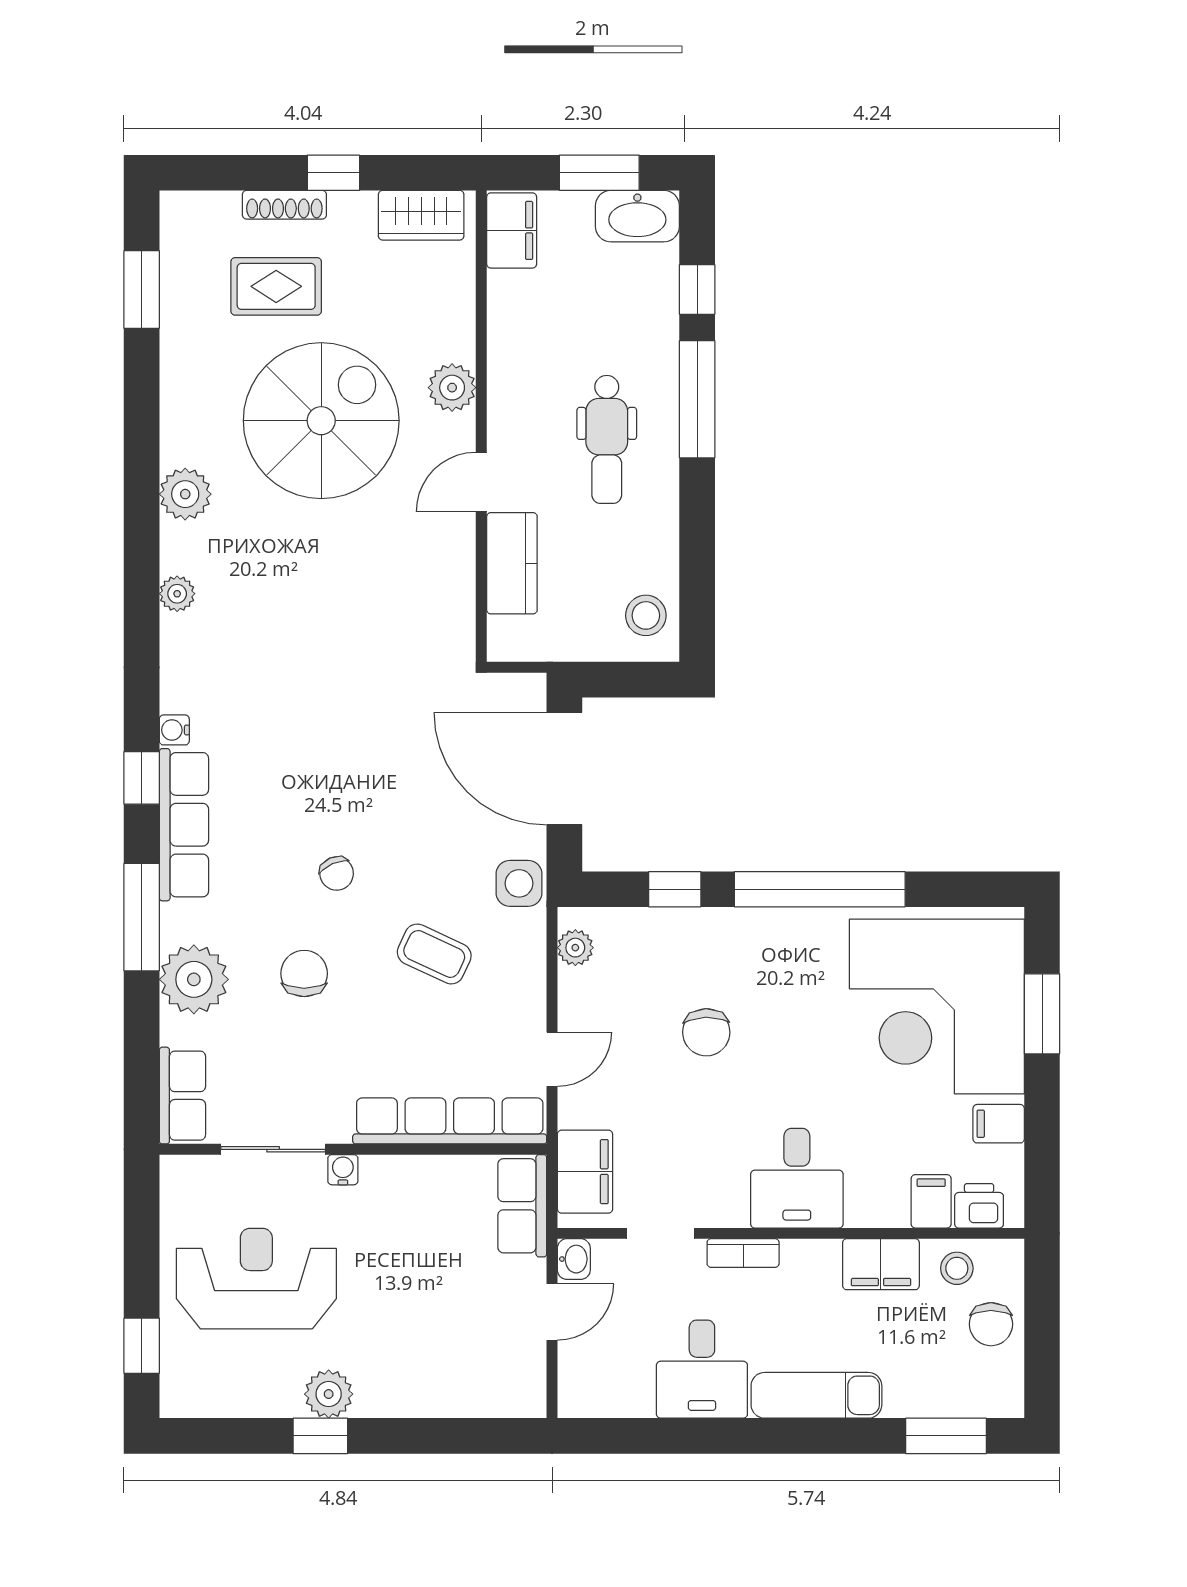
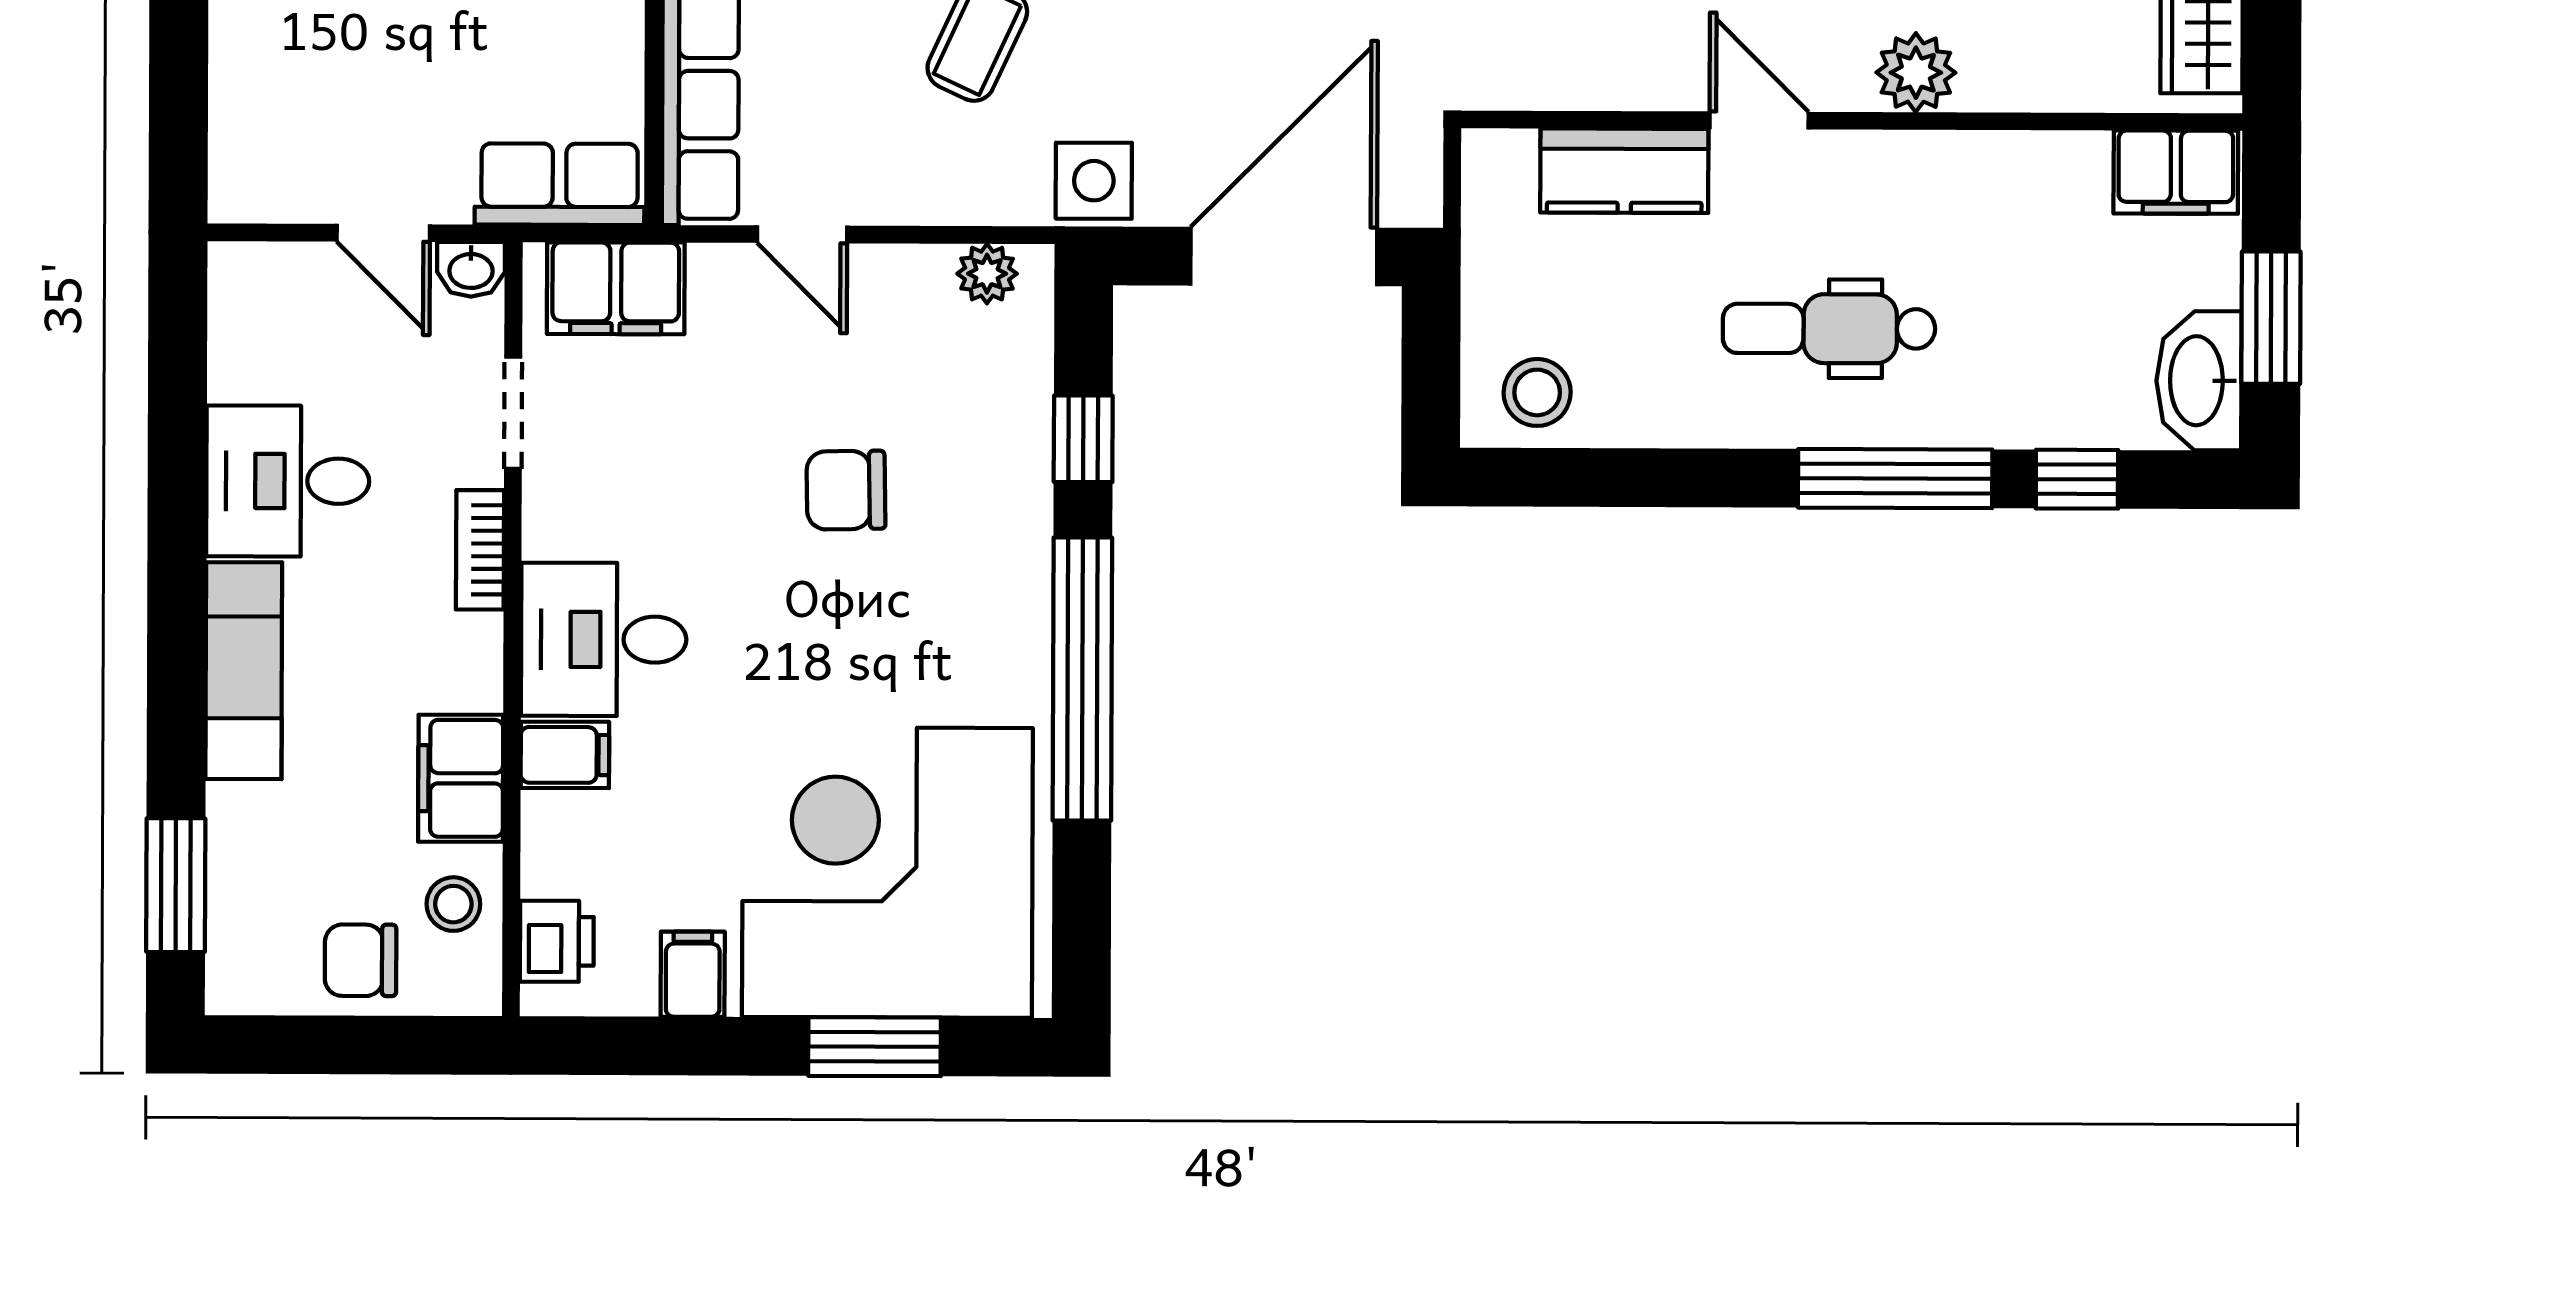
filing cabinet: (931, 1201) -> (565, 755), moved

